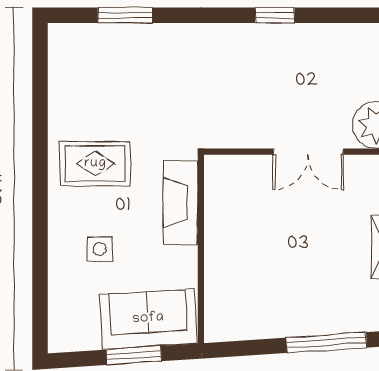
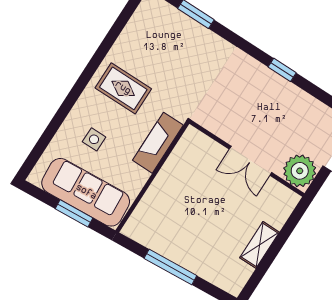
sofa: (148, 319) -> (86, 192), width x1.36
window: (327, 343) -> (170, 267), moved

